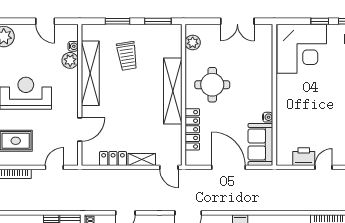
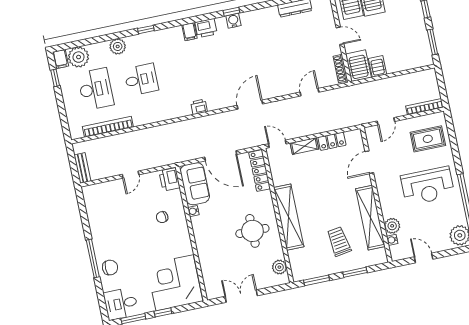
chair: (301, 118) -> (162, 217), added
locker: (192, 129) -> (260, 171), moved
printer: (304, 157) -> (170, 179), moved, turned 90

